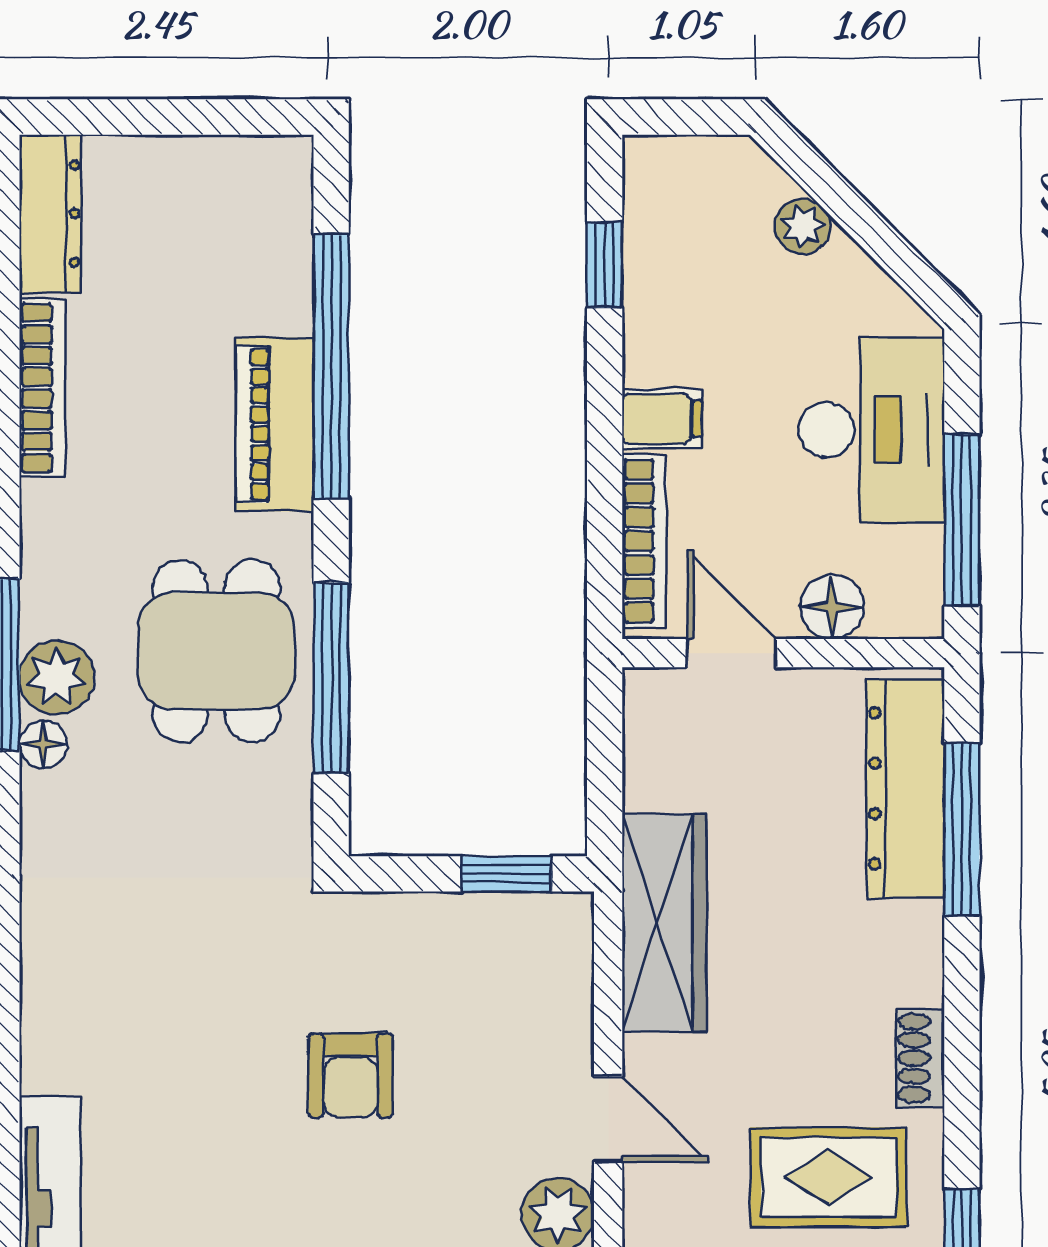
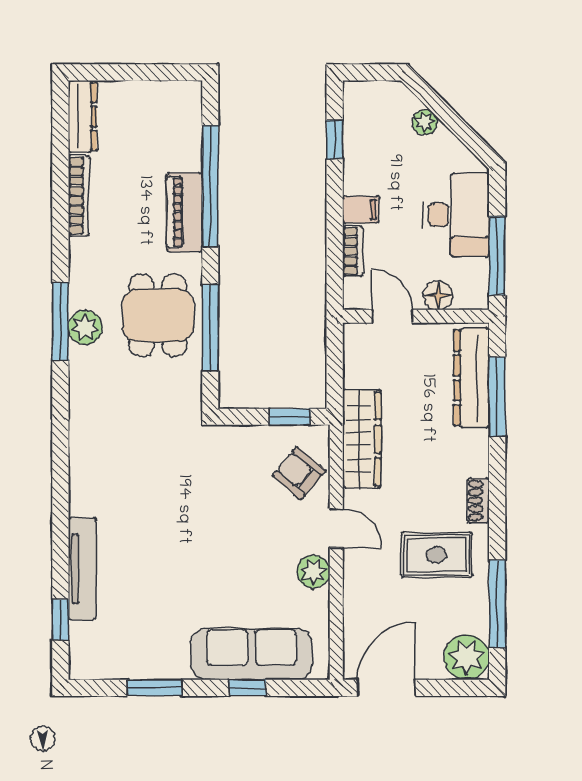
bookcase: (644, 541) -> (353, 251), width x0.64
floor lamp: (43, 744) -> (79, 358), removed
armchair: (350, 1076) -> (299, 473), moved, turned 130

